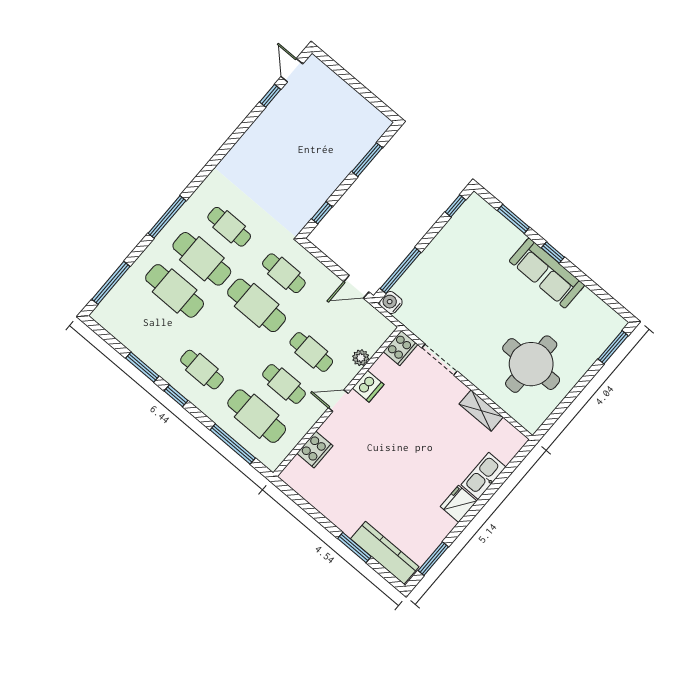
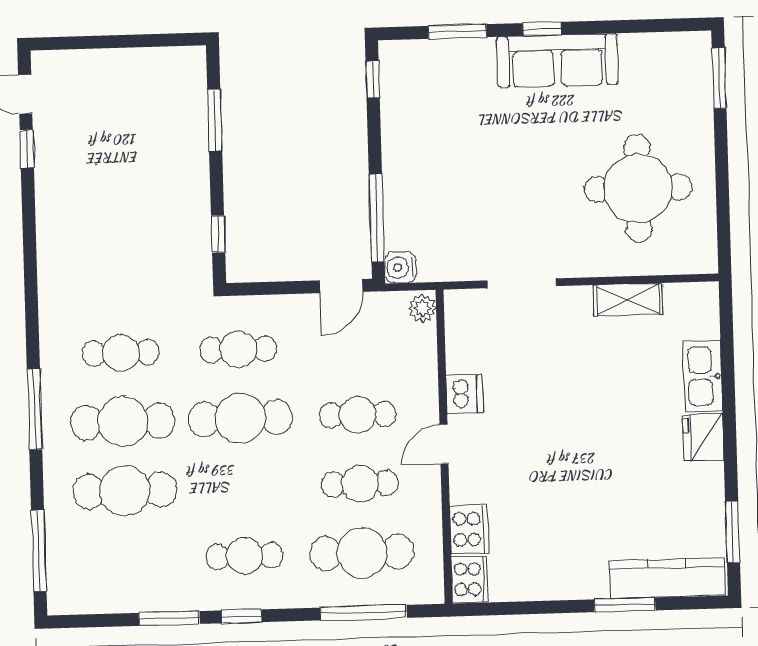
cooker: (400, 348) -> (470, 579), moved
plant: (361, 358) -> (422, 308), moved

